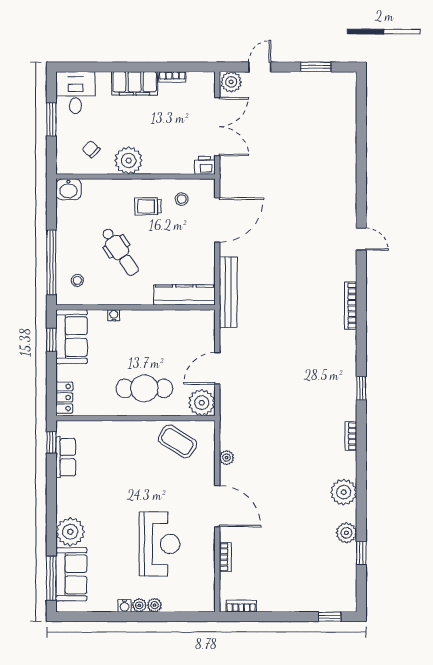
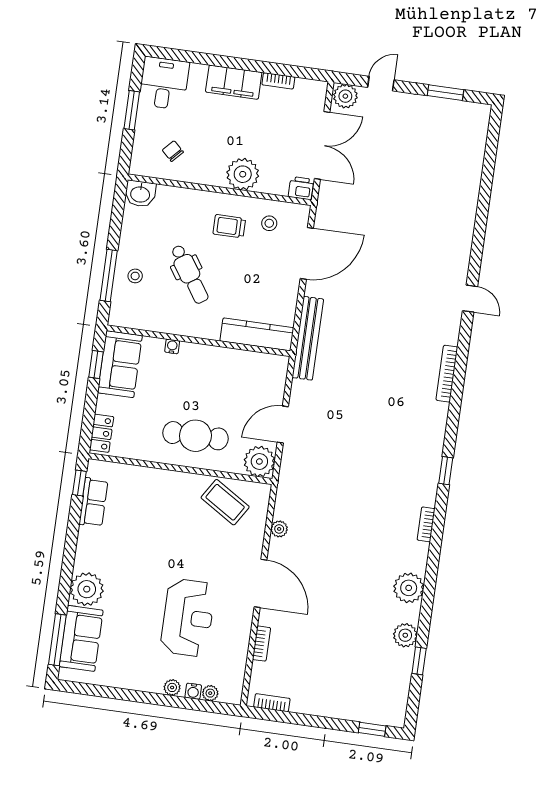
plant: (129, 160) -> (243, 174), moved
window: (51, 263) -> (109, 275), width x0.68
stool: (77, 280) -> (135, 276), moved
plant: (139, 605) -> (210, 693), moved
water cooler: (125, 606) -> (193, 691), moved

